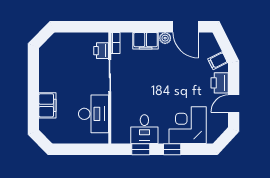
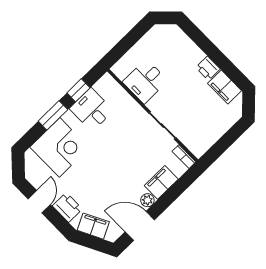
printer: (101, 51) -> (208, 68), moved, turned 180
filing cabinet: (218, 61) -> (93, 226), width x2.00
filing cabinet: (47, 105) -> (225, 87), moved
desk: (94, 114) -> (145, 81), width x0.73
window: (172, 149) -> (53, 115), width x1.50

